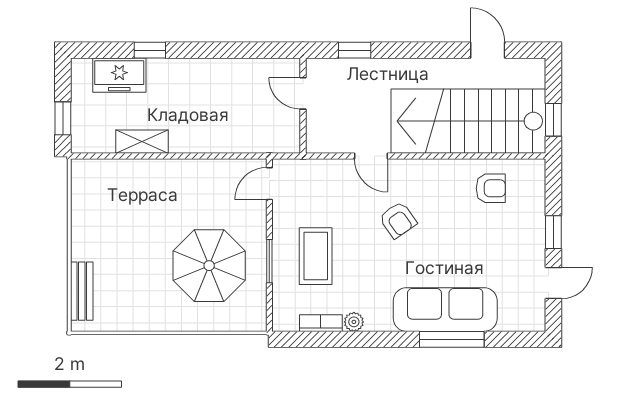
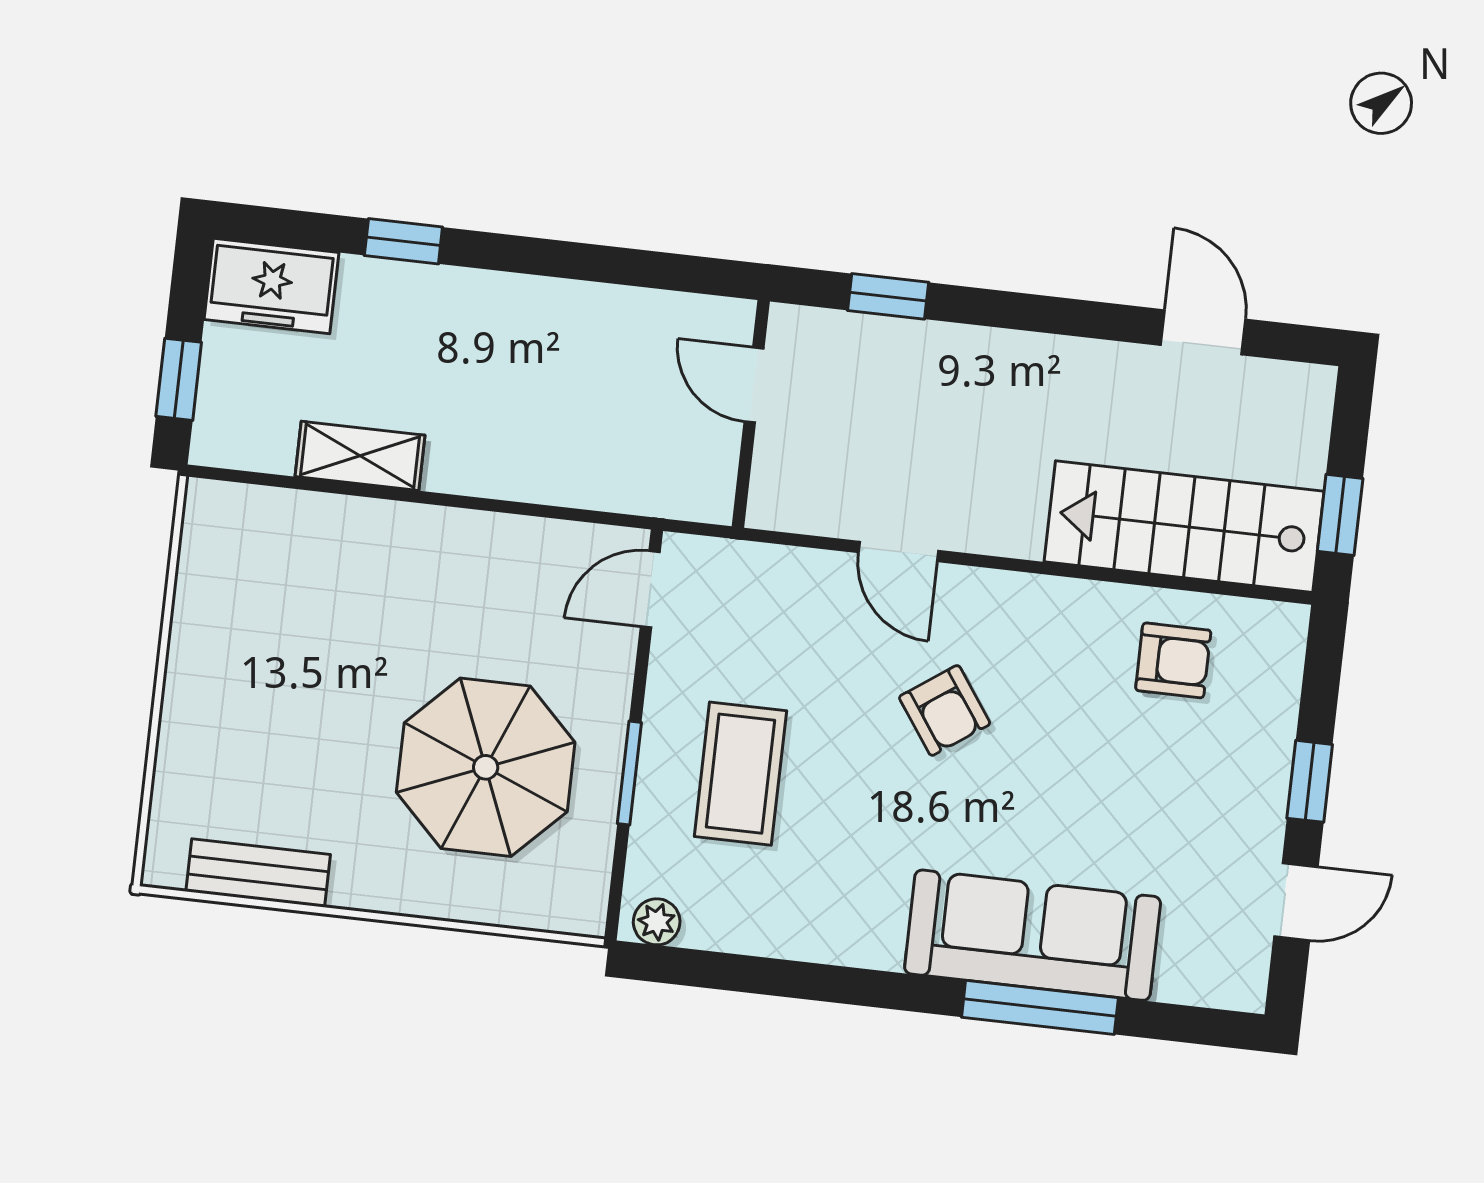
freezer: (119, 75) -> (272, 286), moved
stairs: (468, 121) -> (1184, 527), width x0.73, depth x0.66
bench: (82, 291) -> (258, 873), moved, turned 90
plant: (354, 322) -> (657, 922), moved
bookcase: (321, 323) -> (734, 934), removed

